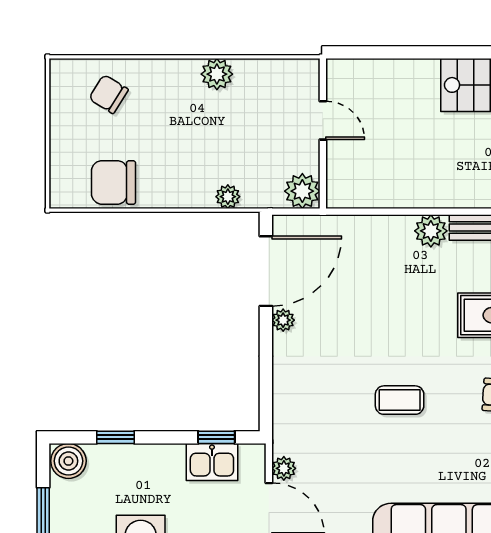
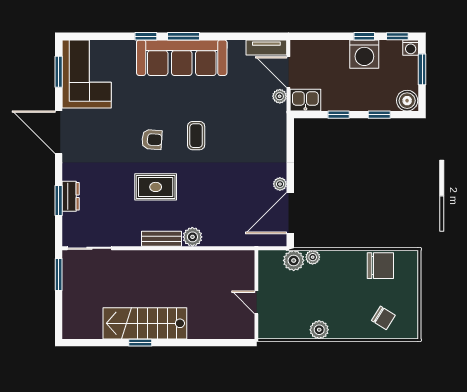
plant: (302, 191) -> (294, 260), moved
coffee table: (400, 400) -> (196, 136), moved, turned 90
window: (216, 437) -> (339, 115), moved
kitchen sink: (212, 462) -> (305, 100), moved

